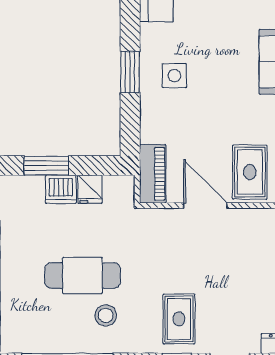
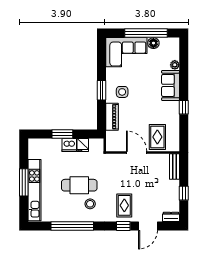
piano: (153, 174) -> (112, 117), moved

